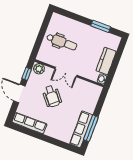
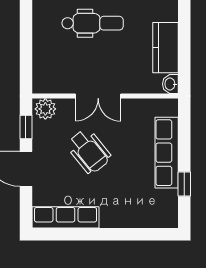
dental chair: (62, 42) -> (93, 23), moved
window: (91, 128) -> (184, 184), width x0.46
row of seats: (81, 129) -> (167, 153), moved

